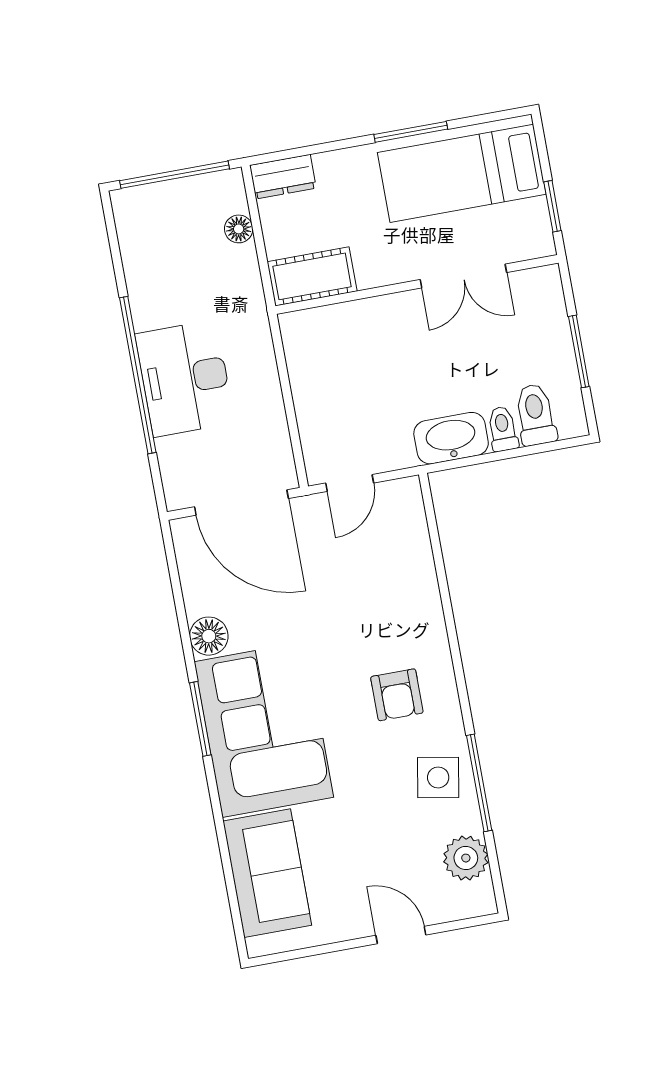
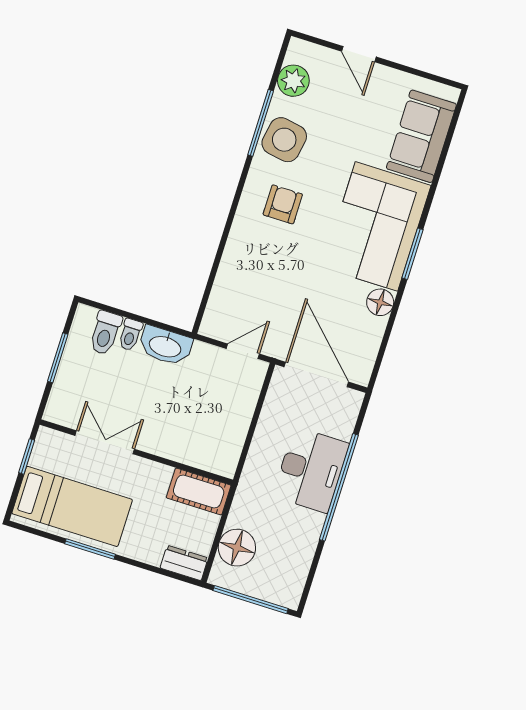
floor lamp: (239, 229) -> (237, 548), width x1.89, depth x1.89
side table: (438, 777) -> (284, 140), width x1.37, depth x1.37

